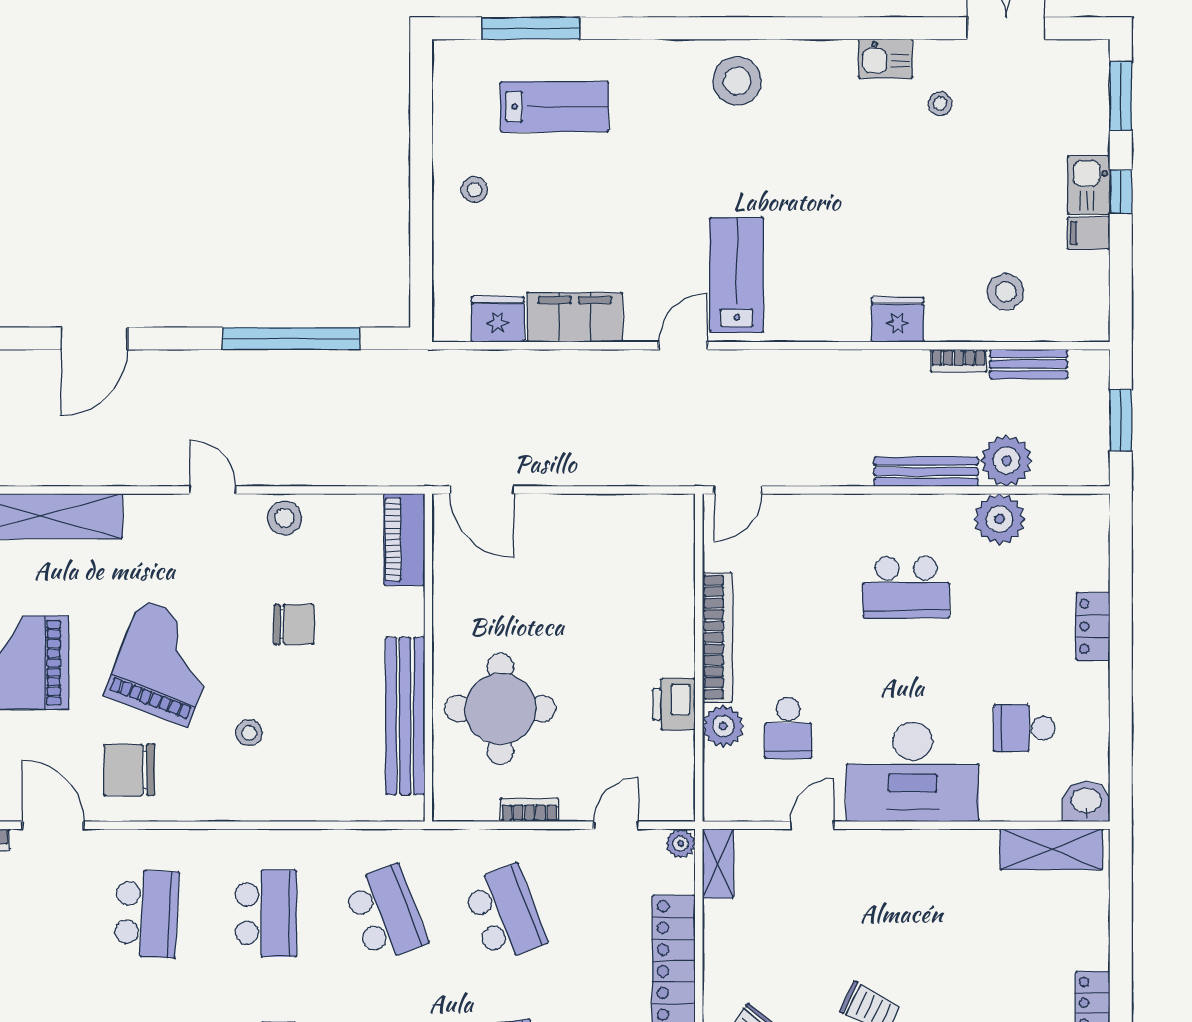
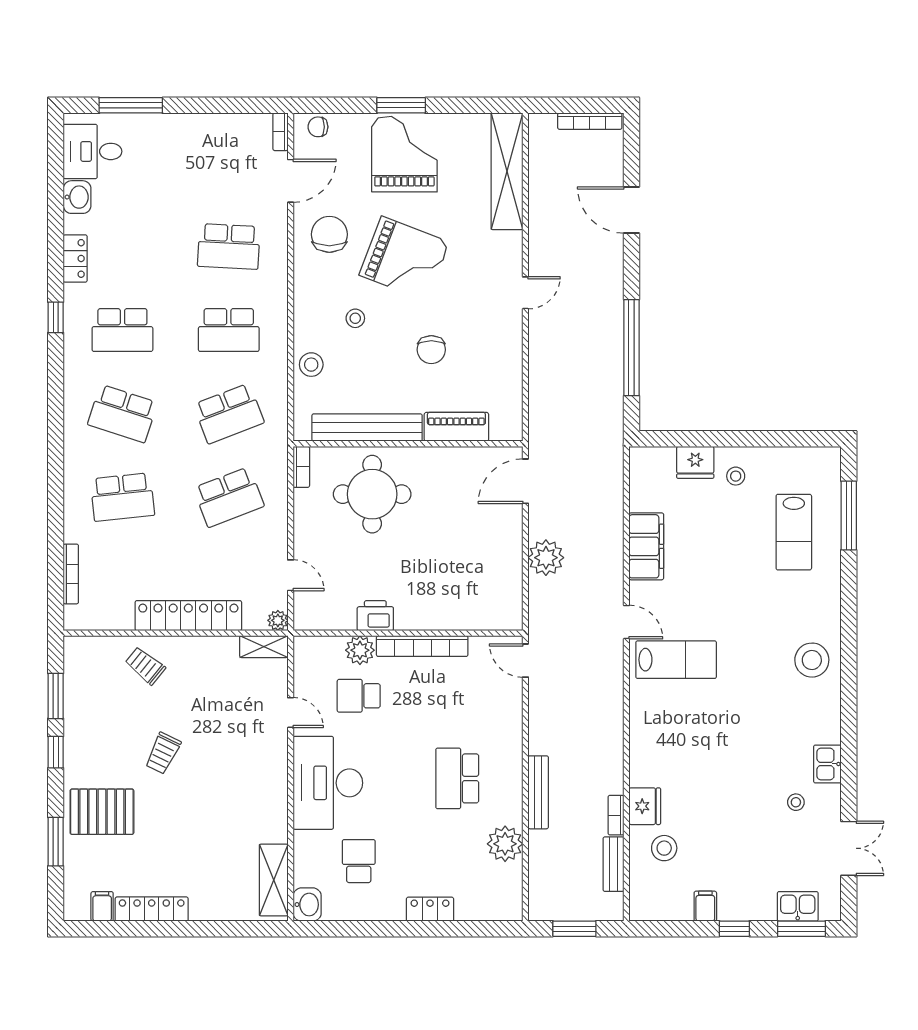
kitchen sink: (1089, 185) -> (798, 906), moved
fridge: (498, 319) -> (695, 462), moved, turned 90
fridge: (898, 320) -> (645, 806), moved
plant: (1007, 461) -> (546, 558), moved
stool: (285, 518) -> (311, 365), moved
piano: (404, 539) -> (456, 427), moved
bookcase: (529, 810) -> (301, 467), moved

